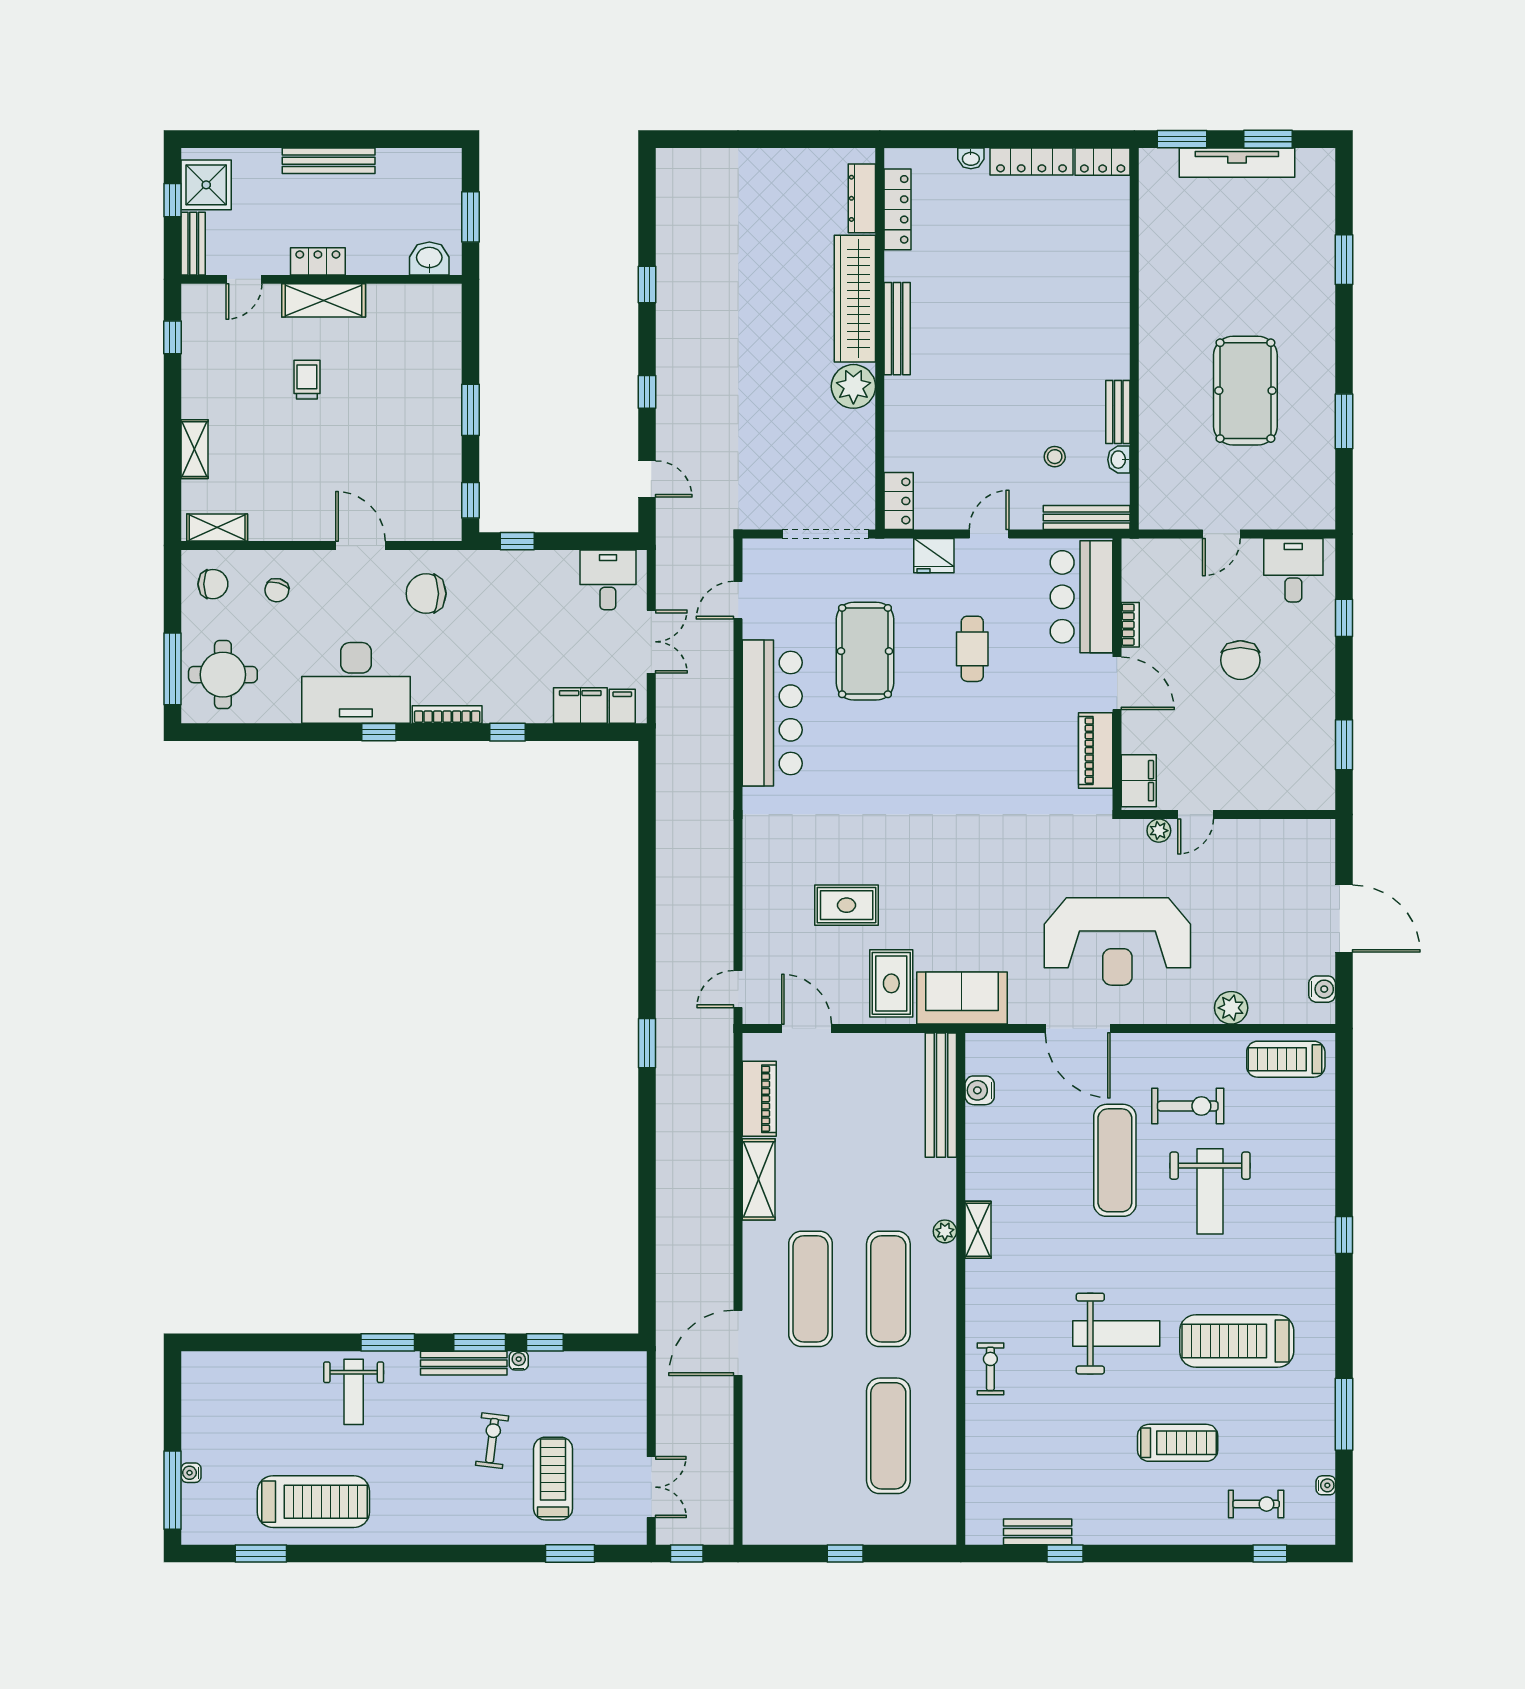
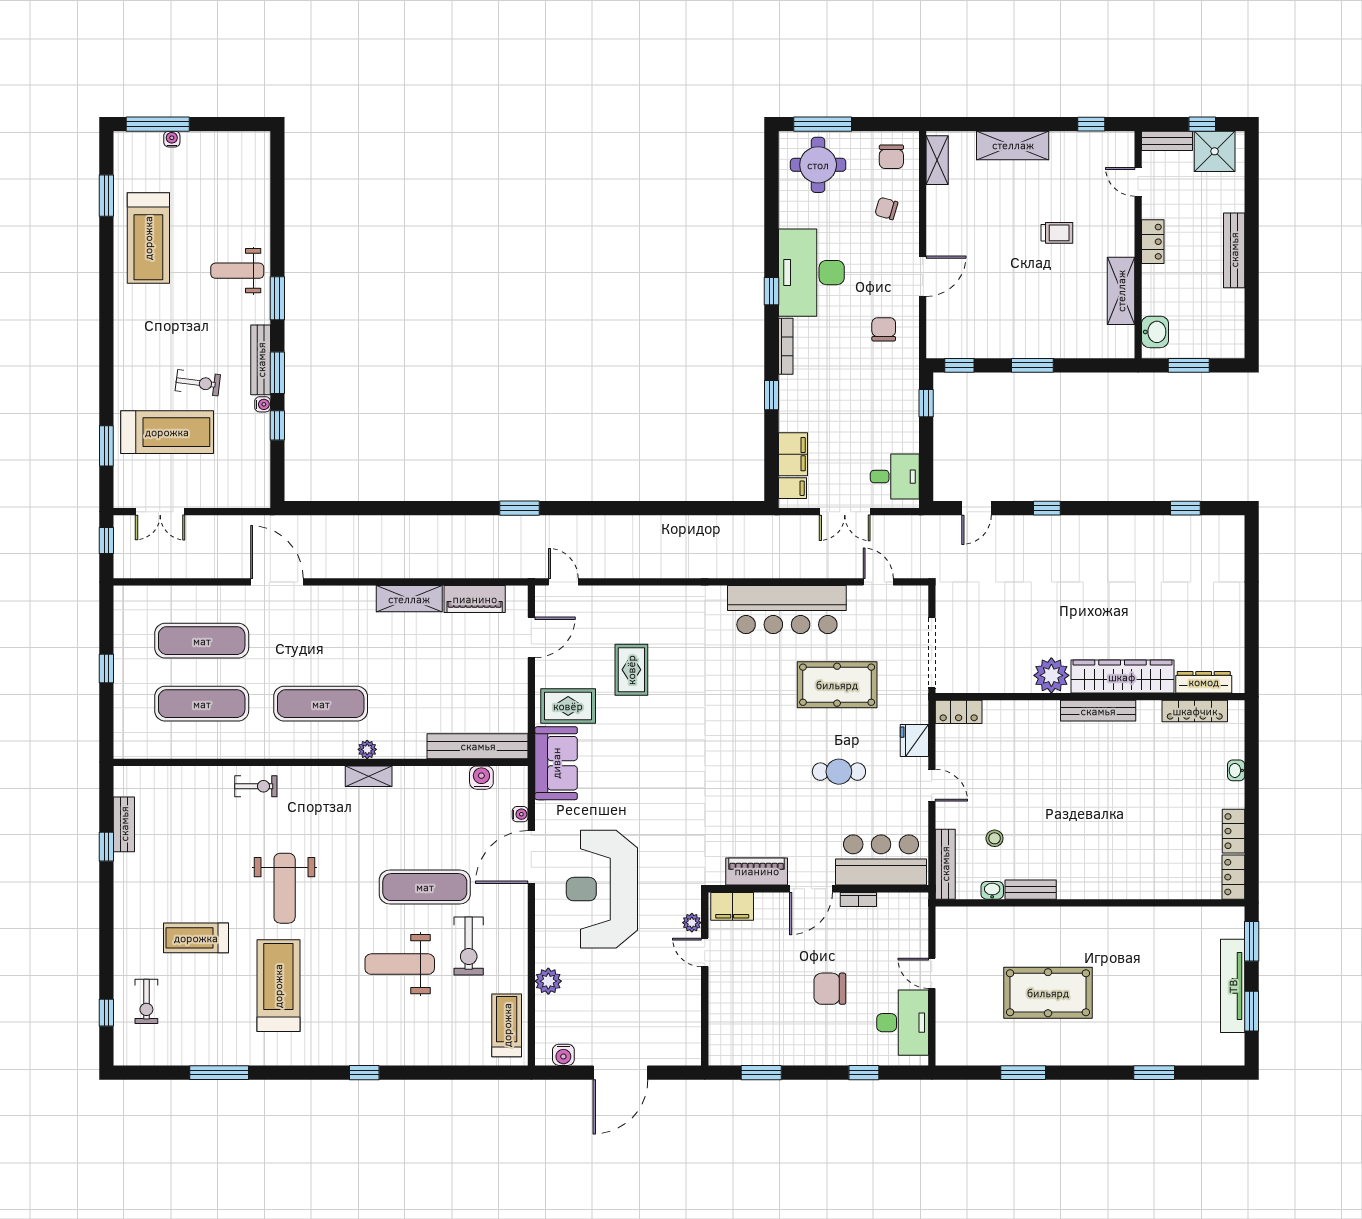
locker: (1032, 161) -> (1234, 831), width x0.66
window: (647, 285) -> (1185, 508), moved
shelving: (324, 300) -> (1121, 291), moved
shelving: (195, 449) -> (1013, 145), width x1.50, depth x1.33
desk: (1293, 570) -> (903, 1023), width x1.37
chair: (426, 594) -> (884, 329), width x0.73, depth x0.73
exercise mat: (811, 1289) -> (202, 641), moved
treadmill: (1178, 1443) -> (196, 938), turned 90
treadmill: (553, 1479) -> (167, 432), width x1.37, depth x1.38
water cooler: (1326, 1485) -> (520, 814), moved, turned -90

